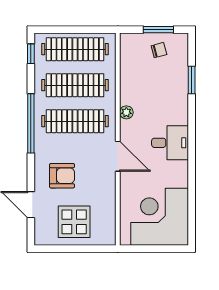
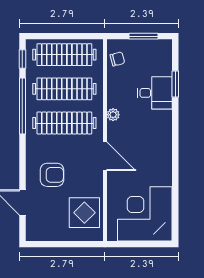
chair: (159, 50) -> (117, 59), moved
window: (31, 123) -> (22, 106), moved
desk: (170, 143) -> (155, 93), moved
display table: (74, 222) -> (84, 213), moved

